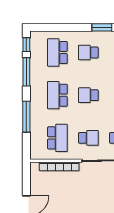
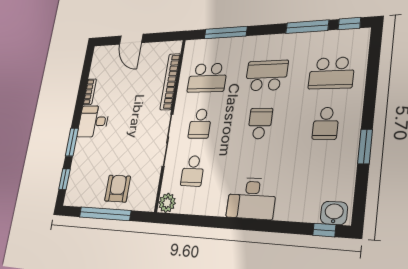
school desk: (57, 53) -> (331, 73), turned 180
school desk: (88, 53) -> (326, 123), turned 180
window: (26, 117) -> (226, 33), moved

